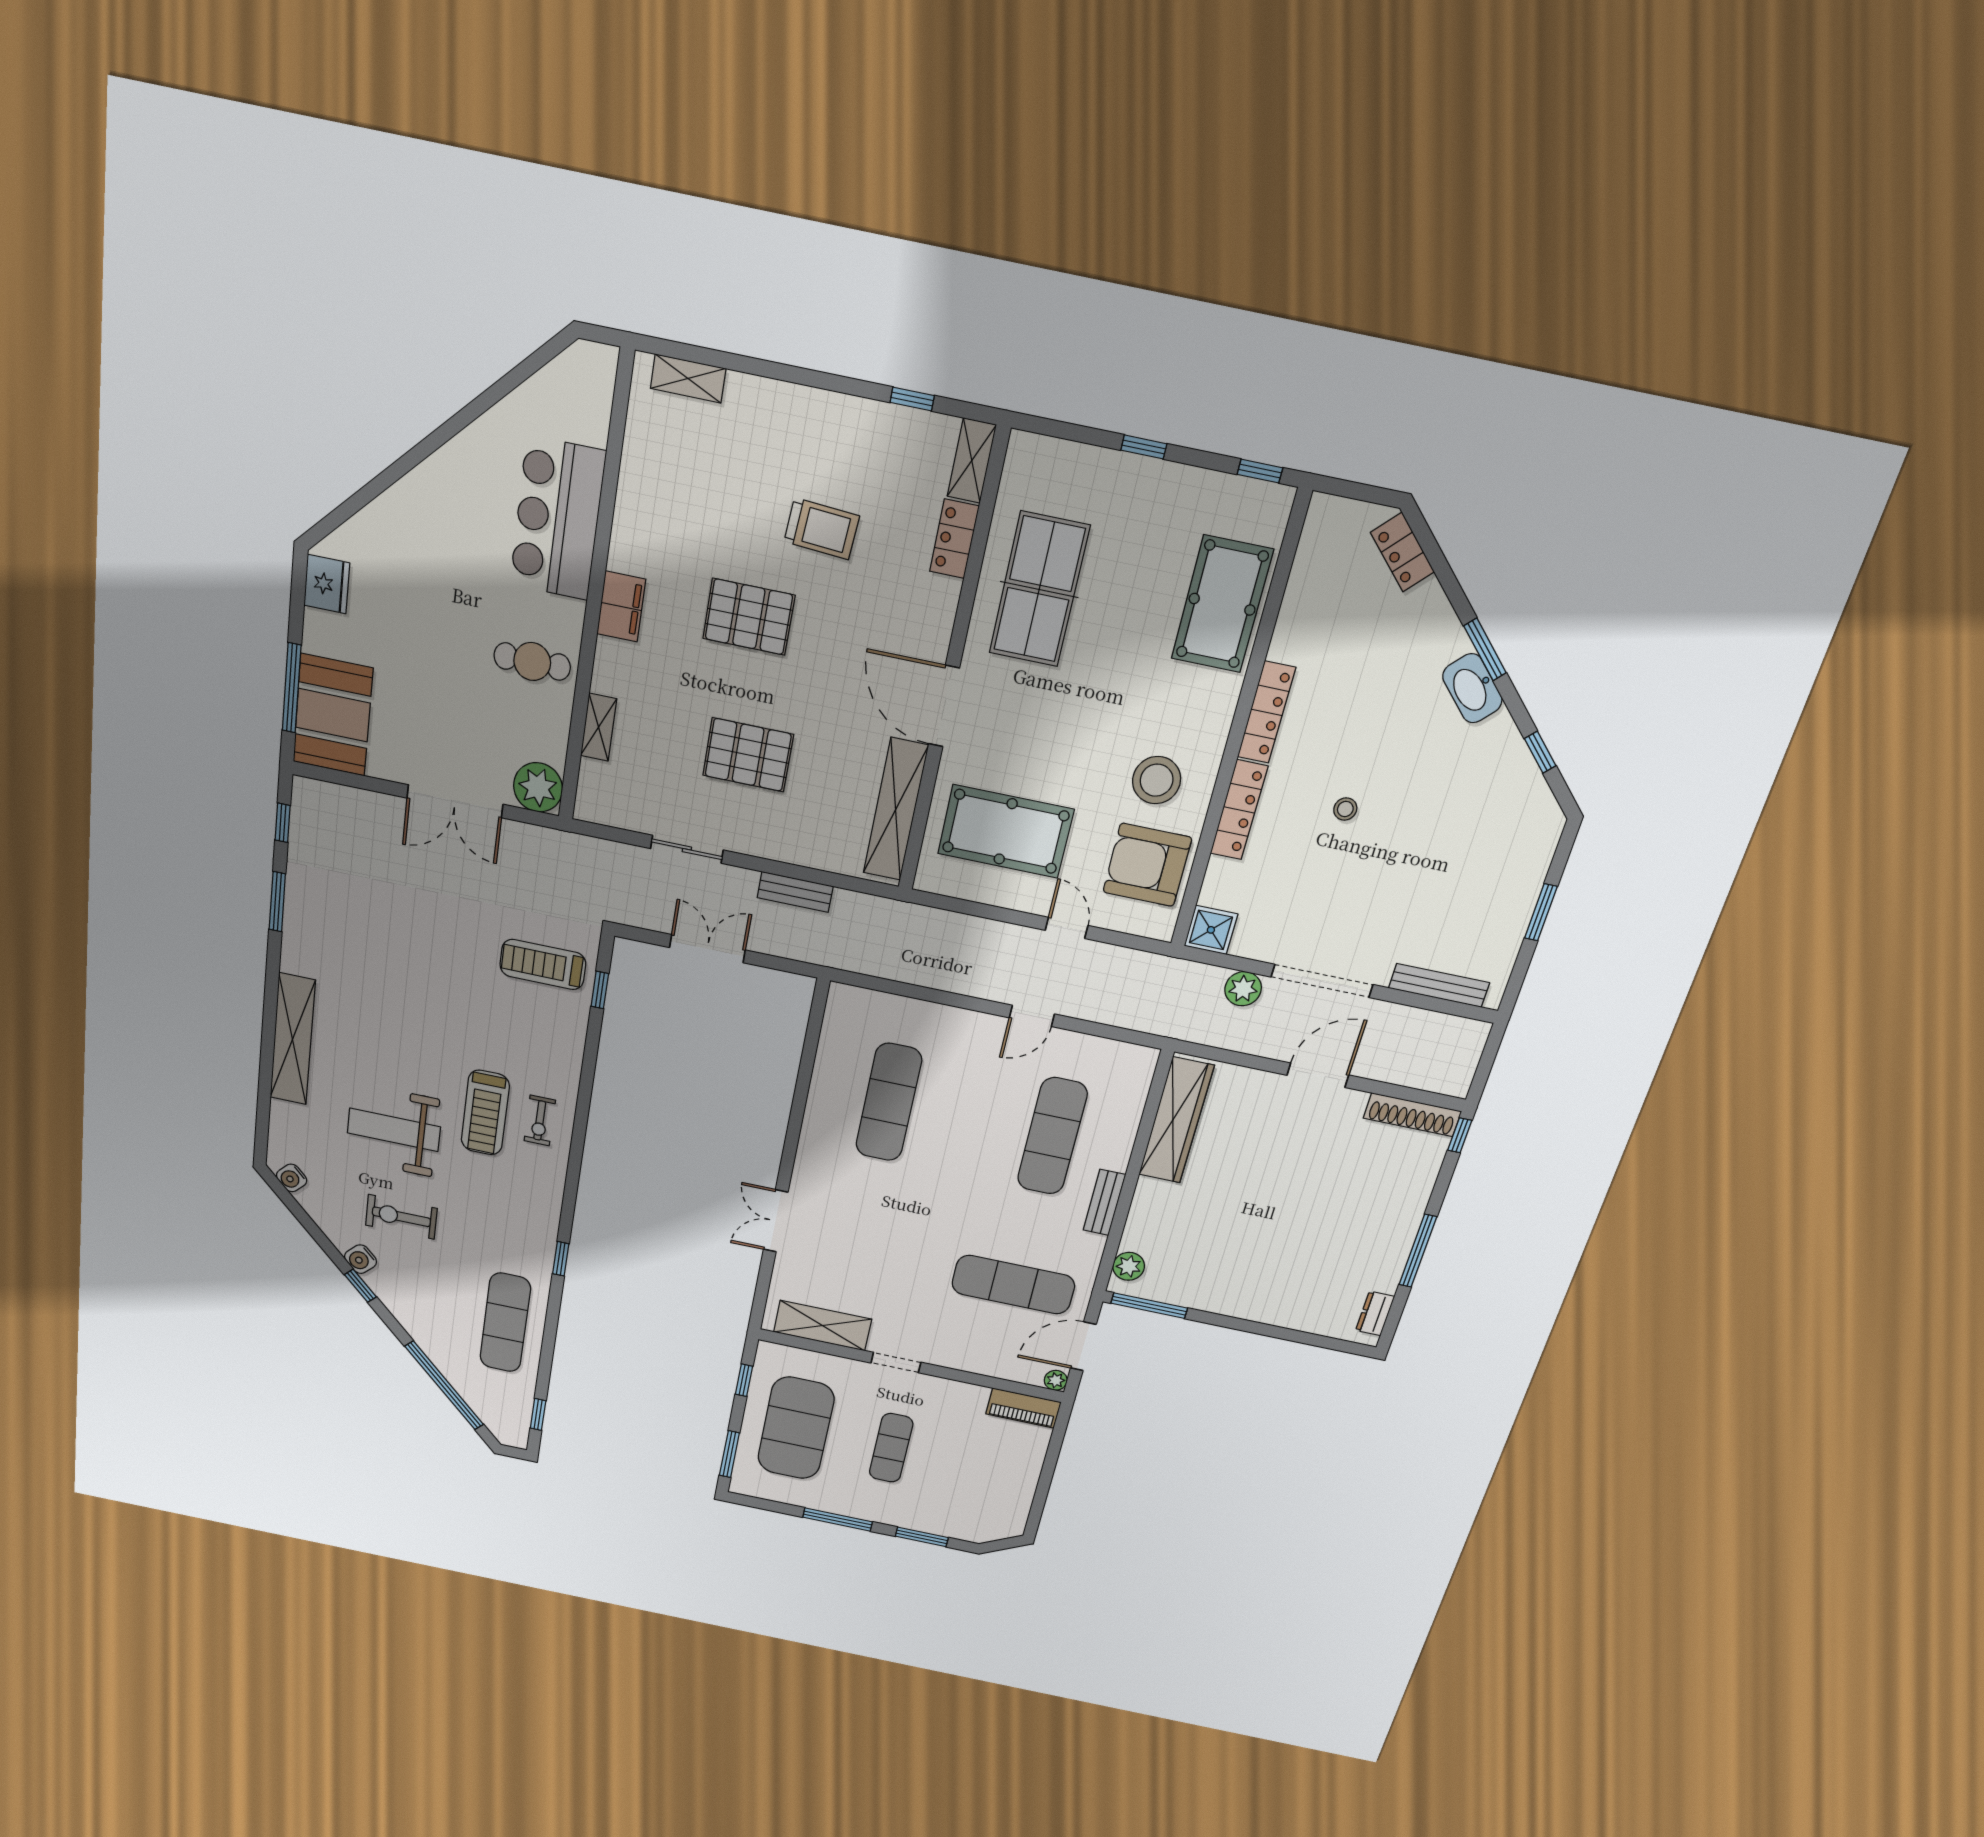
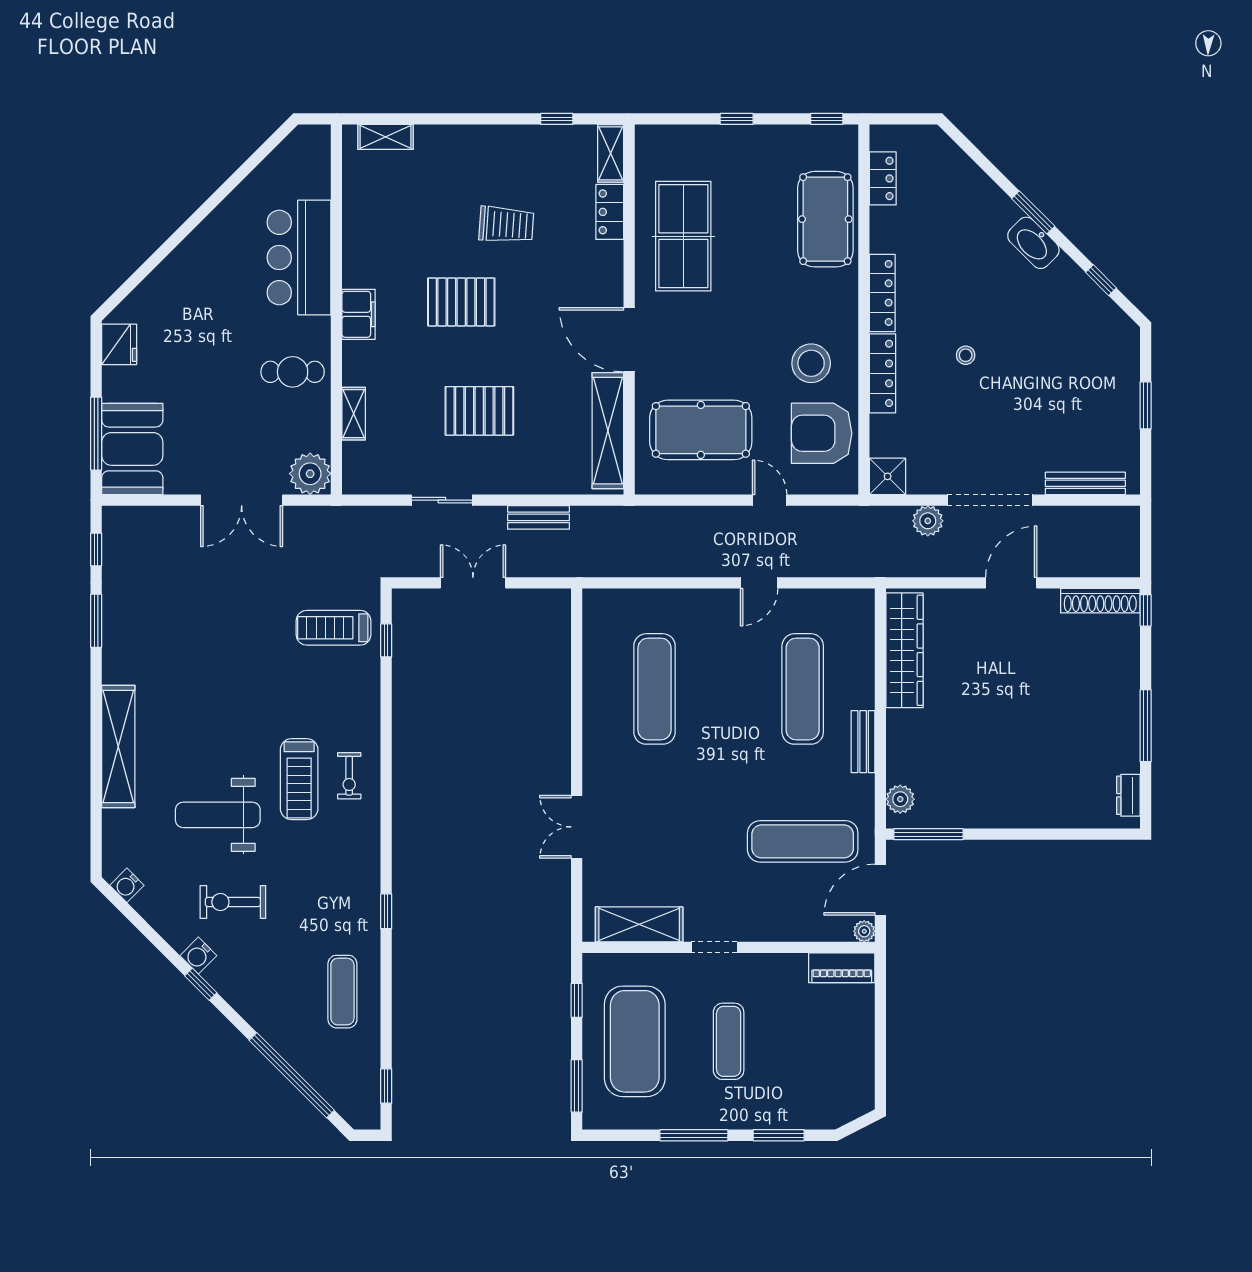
locker: (1402, 552) -> (883, 178), moved, turned -135
exercise mat: (505, 1323) -> (342, 992), width x0.73, depth x0.69

